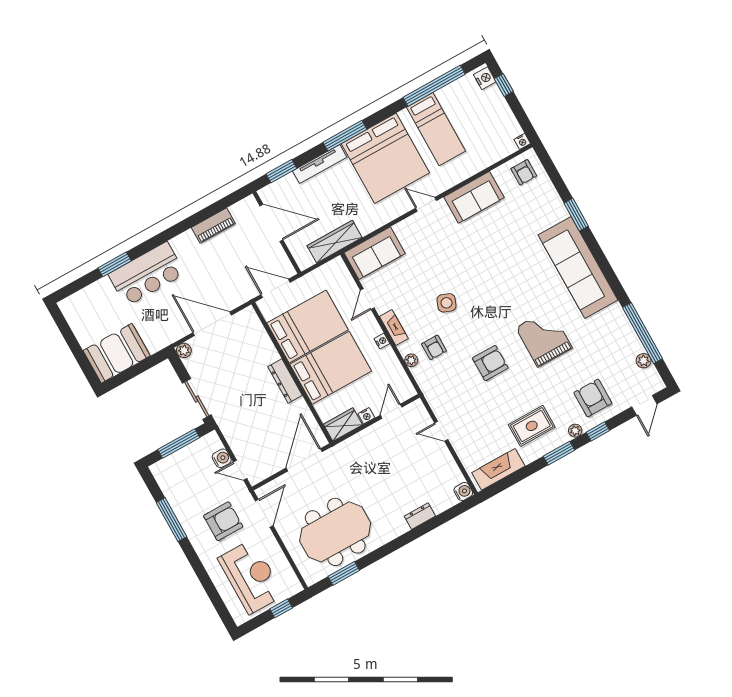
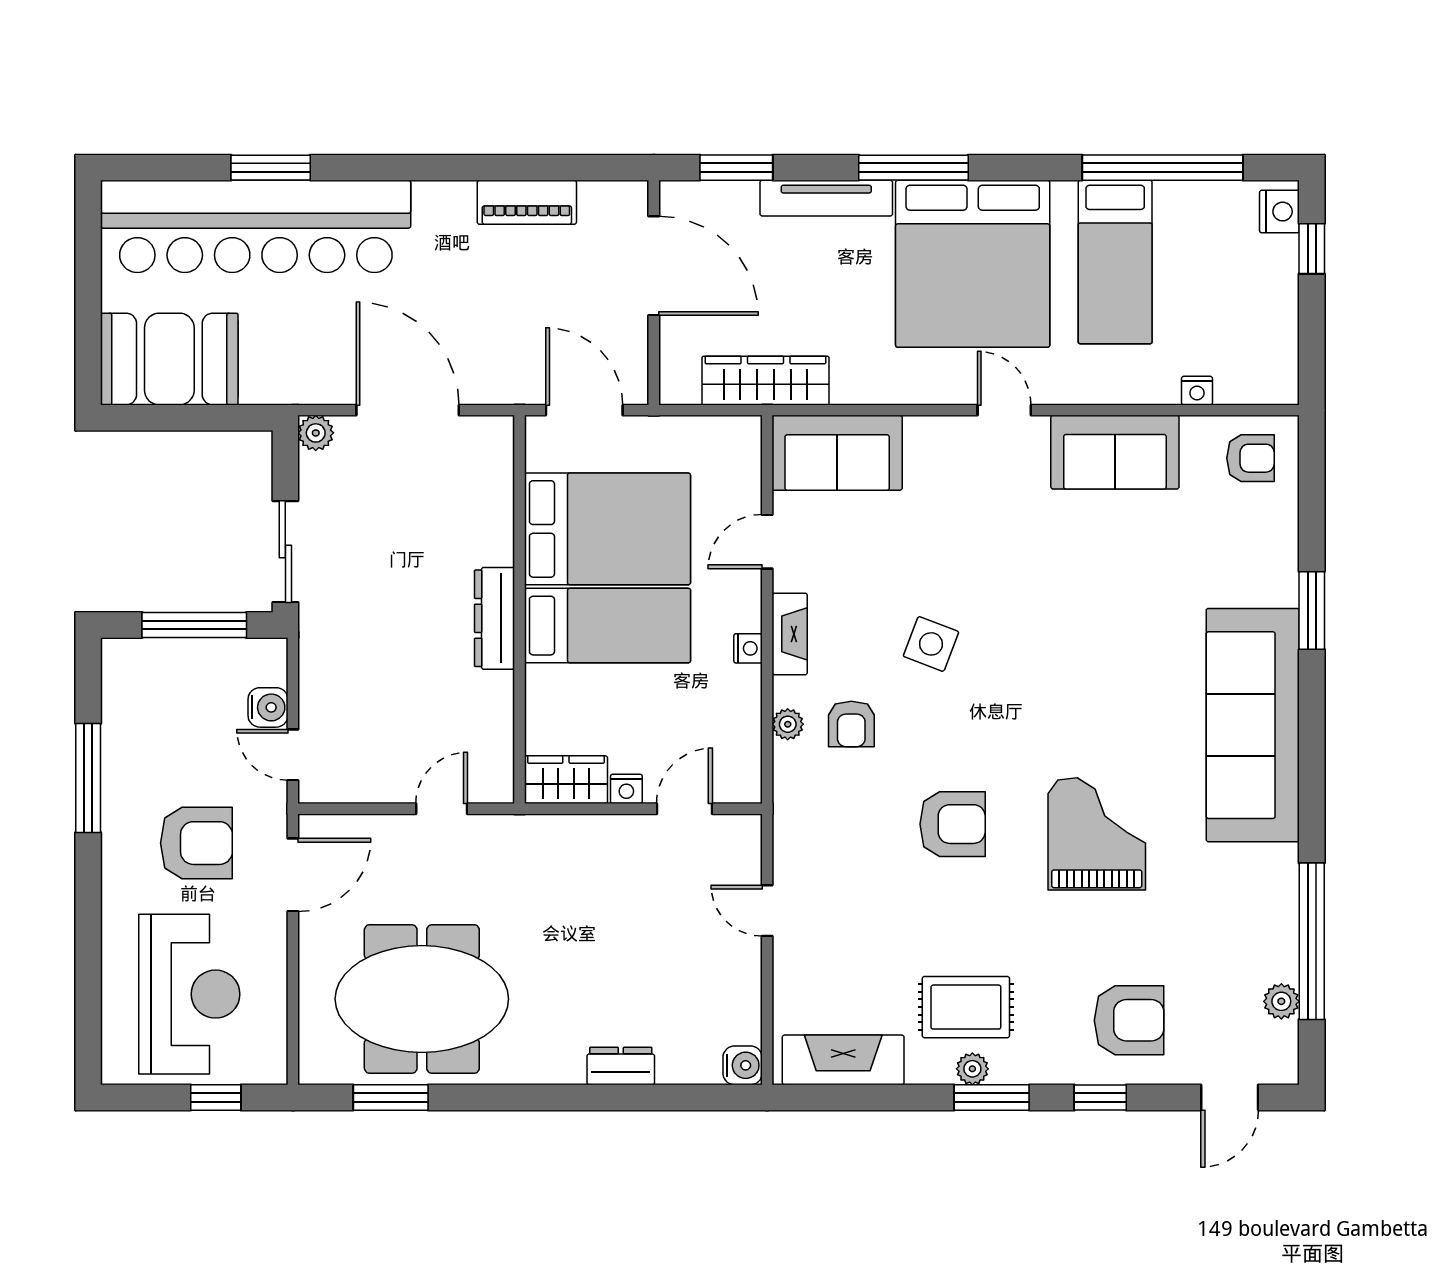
nightstand: (522, 141) -> (1197, 391), moved
armchair: (524, 172) -> (1251, 458), turned -90
bar counter: (147, 274) -> (256, 226), width x1.86
bed: (331, 368) -> (607, 626), width x0.67
armchair: (593, 398) -> (1129, 1020), turned 90
plant: (575, 431) -> (972, 1069), moved
door: (304, 460) -> (442, 809), width x0.53

